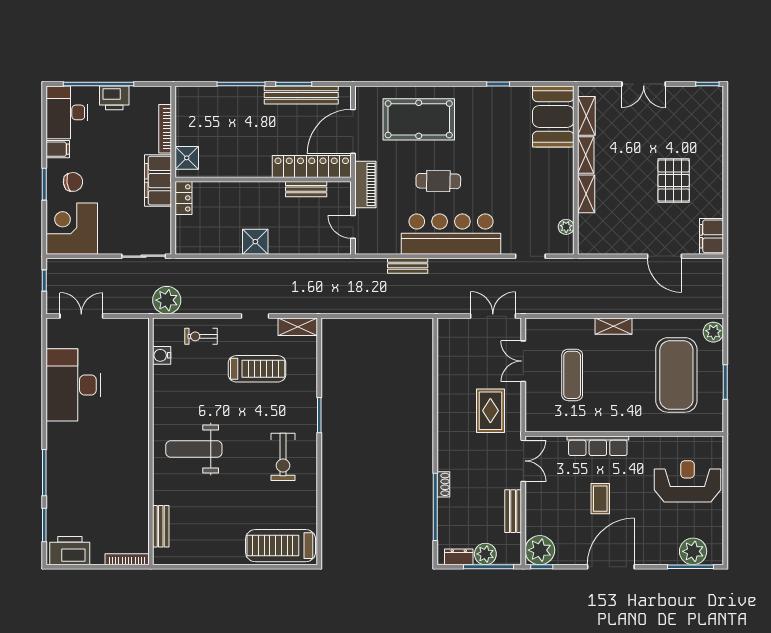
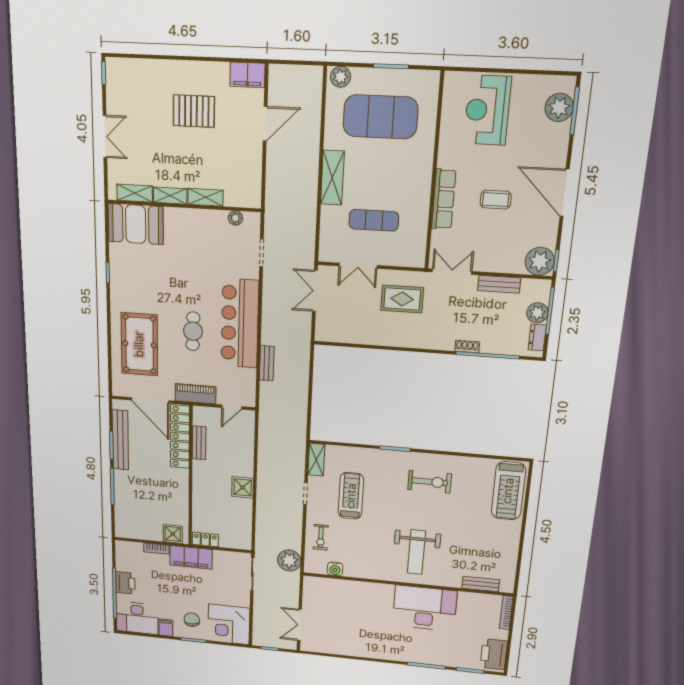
bookcase: (165, 129) -> (156, 549), width x0.64
shelving: (614, 326) -> (332, 178), width x1.50, depth x1.33
desk: (73, 385) -> (425, 608), moved, turned 180

